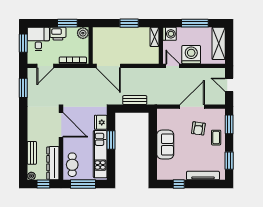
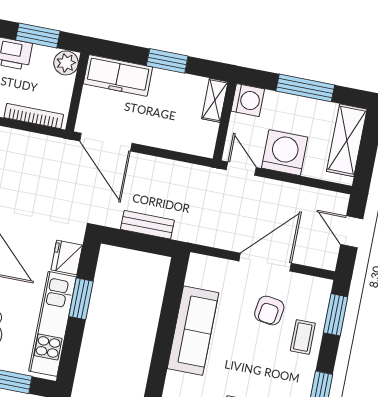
freezer: (108, 34) -> (118, 75), added
sofa: (165, 145) -> (193, 331), width x1.36

